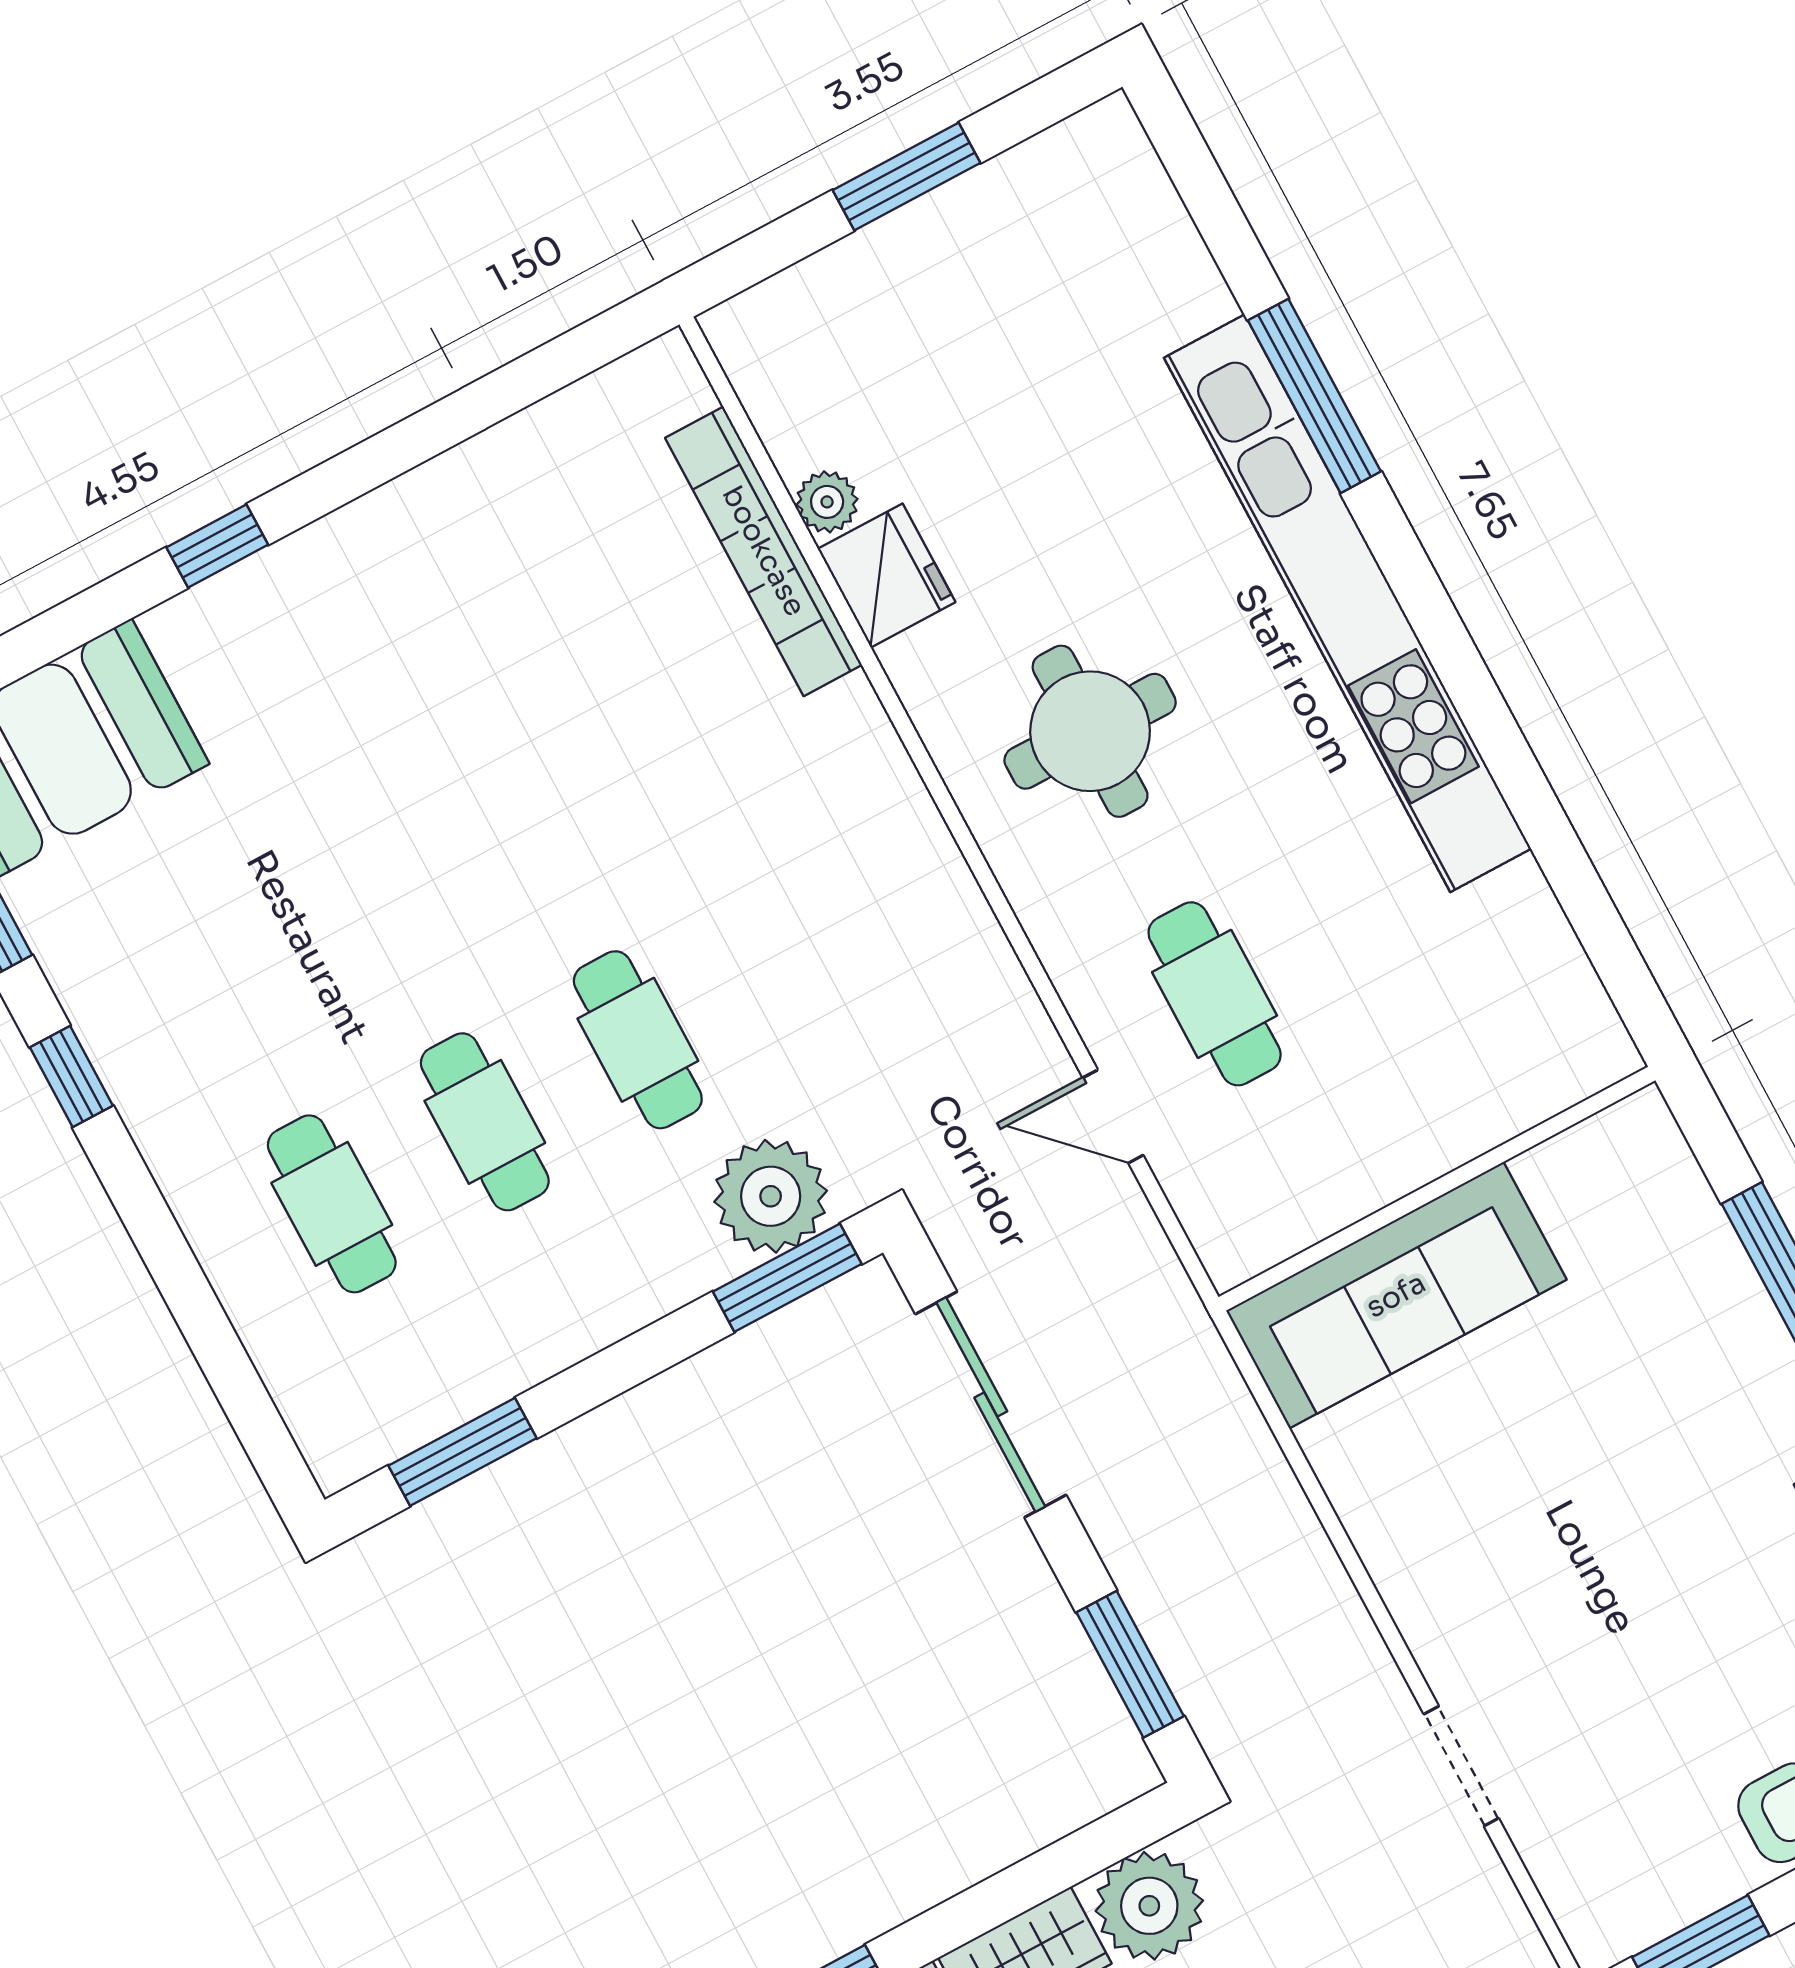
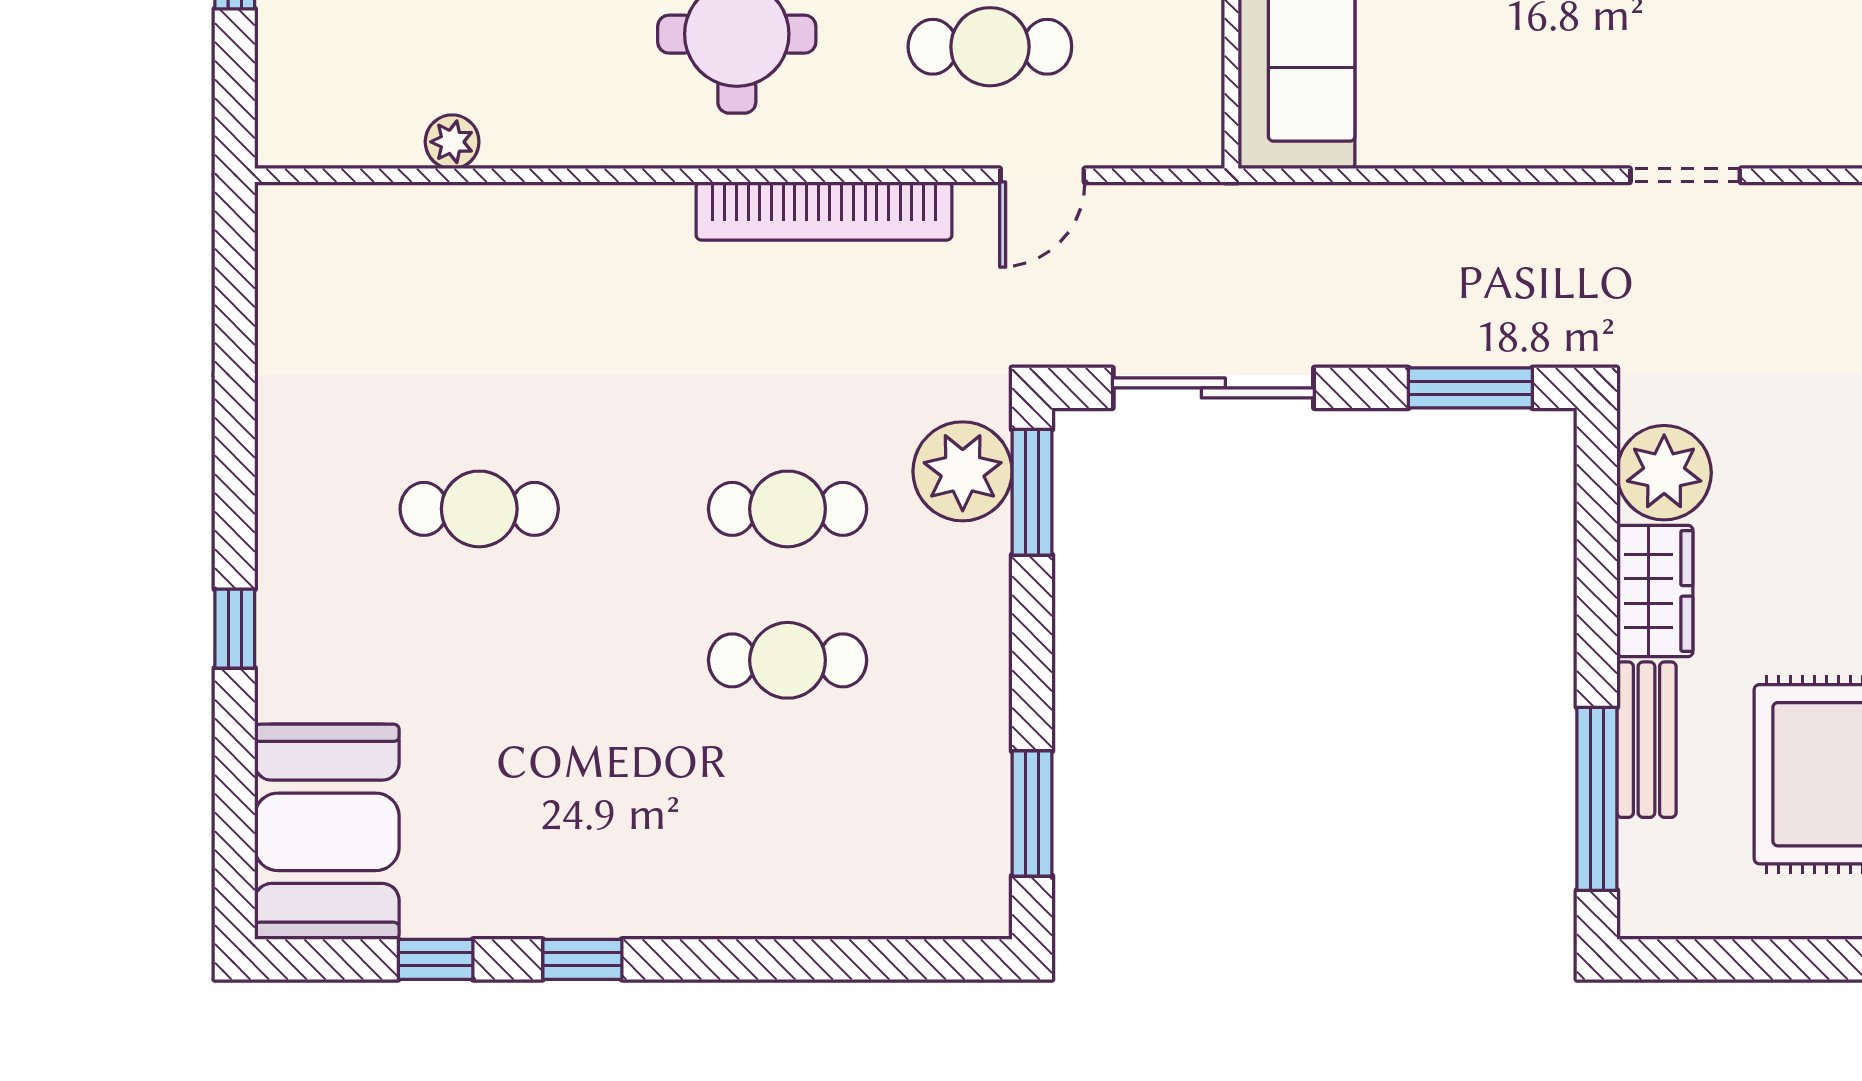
bookcase: (764, 551) -> (824, 211), moved
fridge: (886, 576) -> (533, 126), removed
cafe table: (332, 1204) -> (479, 509), moved

